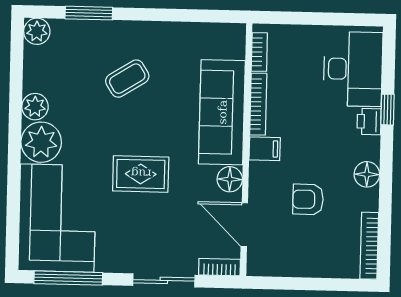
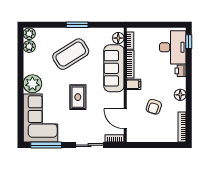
window: (89, 13) -> (77, 25), moved
coffee table: (127, 79) -> (71, 54), width x1.86, depth x1.72
plant: (35, 107) -> (29, 47), moved
window: (387, 110) -> (189, 42), moved
rug: (141, 174) -> (78, 97), turned 90
floor lamp: (230, 179) -> (118, 38), moved
armchair: (308, 199) -> (154, 107), turned -71

